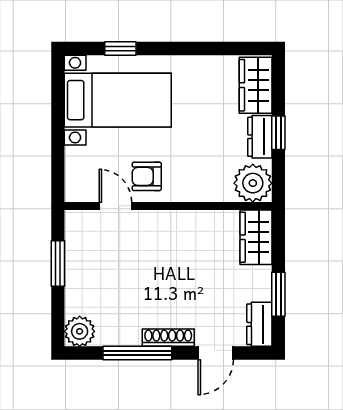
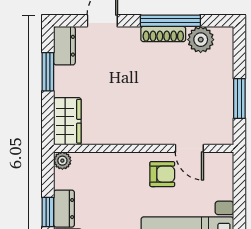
plant: (253, 183) -> (62, 161), width x0.53, depth x0.53
plant: (80, 331) -> (201, 40), moved
shoe rack: (168, 338) -> (163, 34), moved

